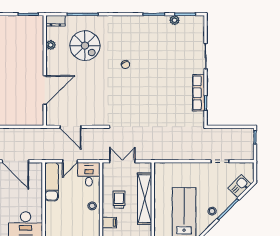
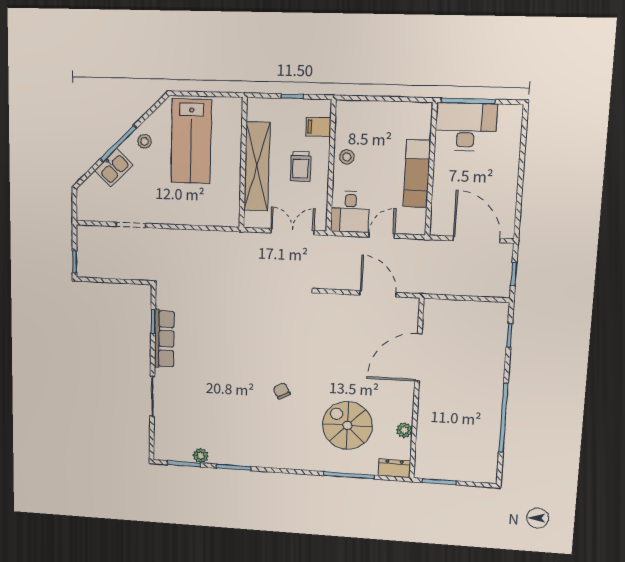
double door: (122, 161) -> (292, 232), swing flipped
exam couch: (52, 182) -> (417, 174), moved
kitchen sink: (240, 186) -> (114, 168), moved

